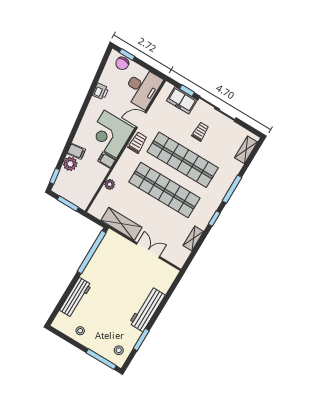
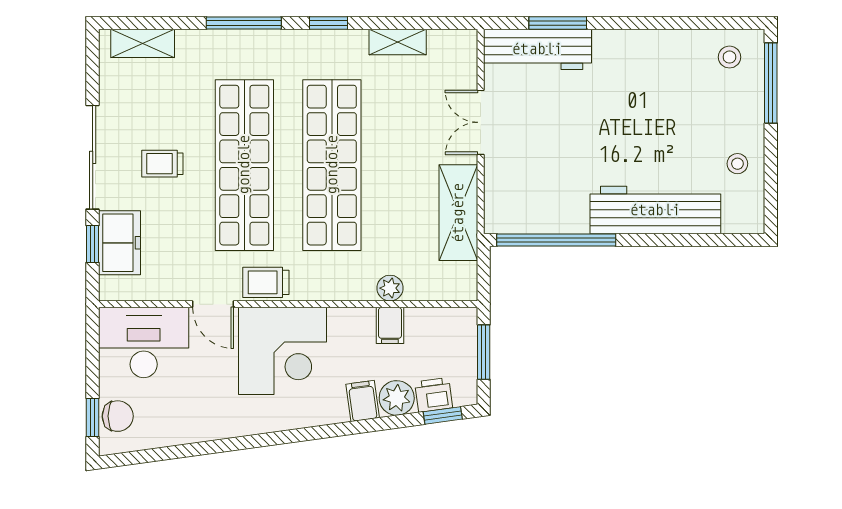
printer: (101, 91) -> (434, 395), moved
filing cabinet: (107, 160) -> (390, 325), moved
workbench: (76, 297) -> (655, 210), width x1.36, depth x1.32
workbench: (147, 309) -> (537, 49), moved
window: (141, 340) -> (558, 23), moved

